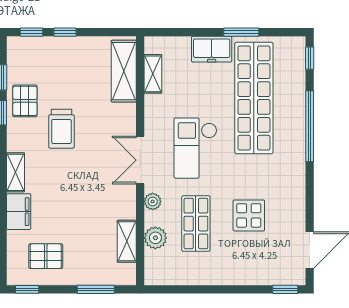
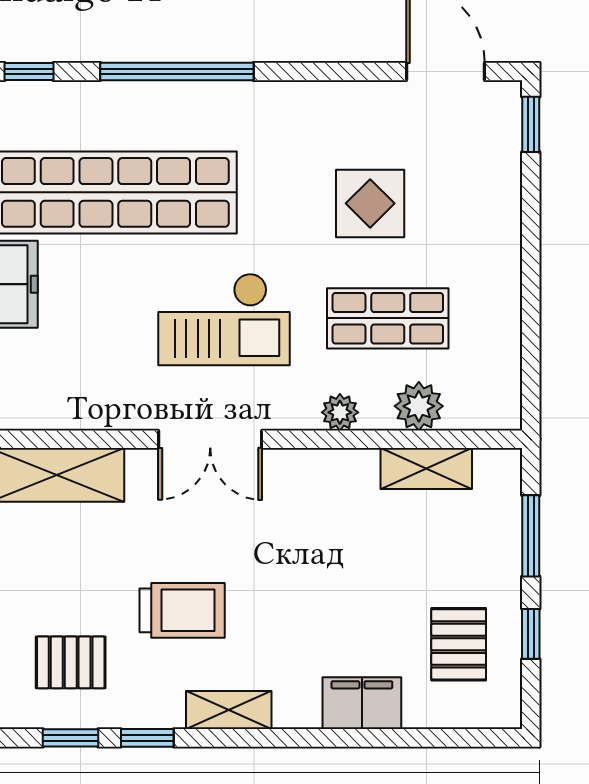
shelving: (153, 74) -> (63, 412), removed
pallet: (25, 101) -> (71, 662), moved
double door: (140, 160) -> (210, 439), moved
shelving: (15, 172) -> (229, 710), moved
window: (27, 289) -> (531, 634), moved

